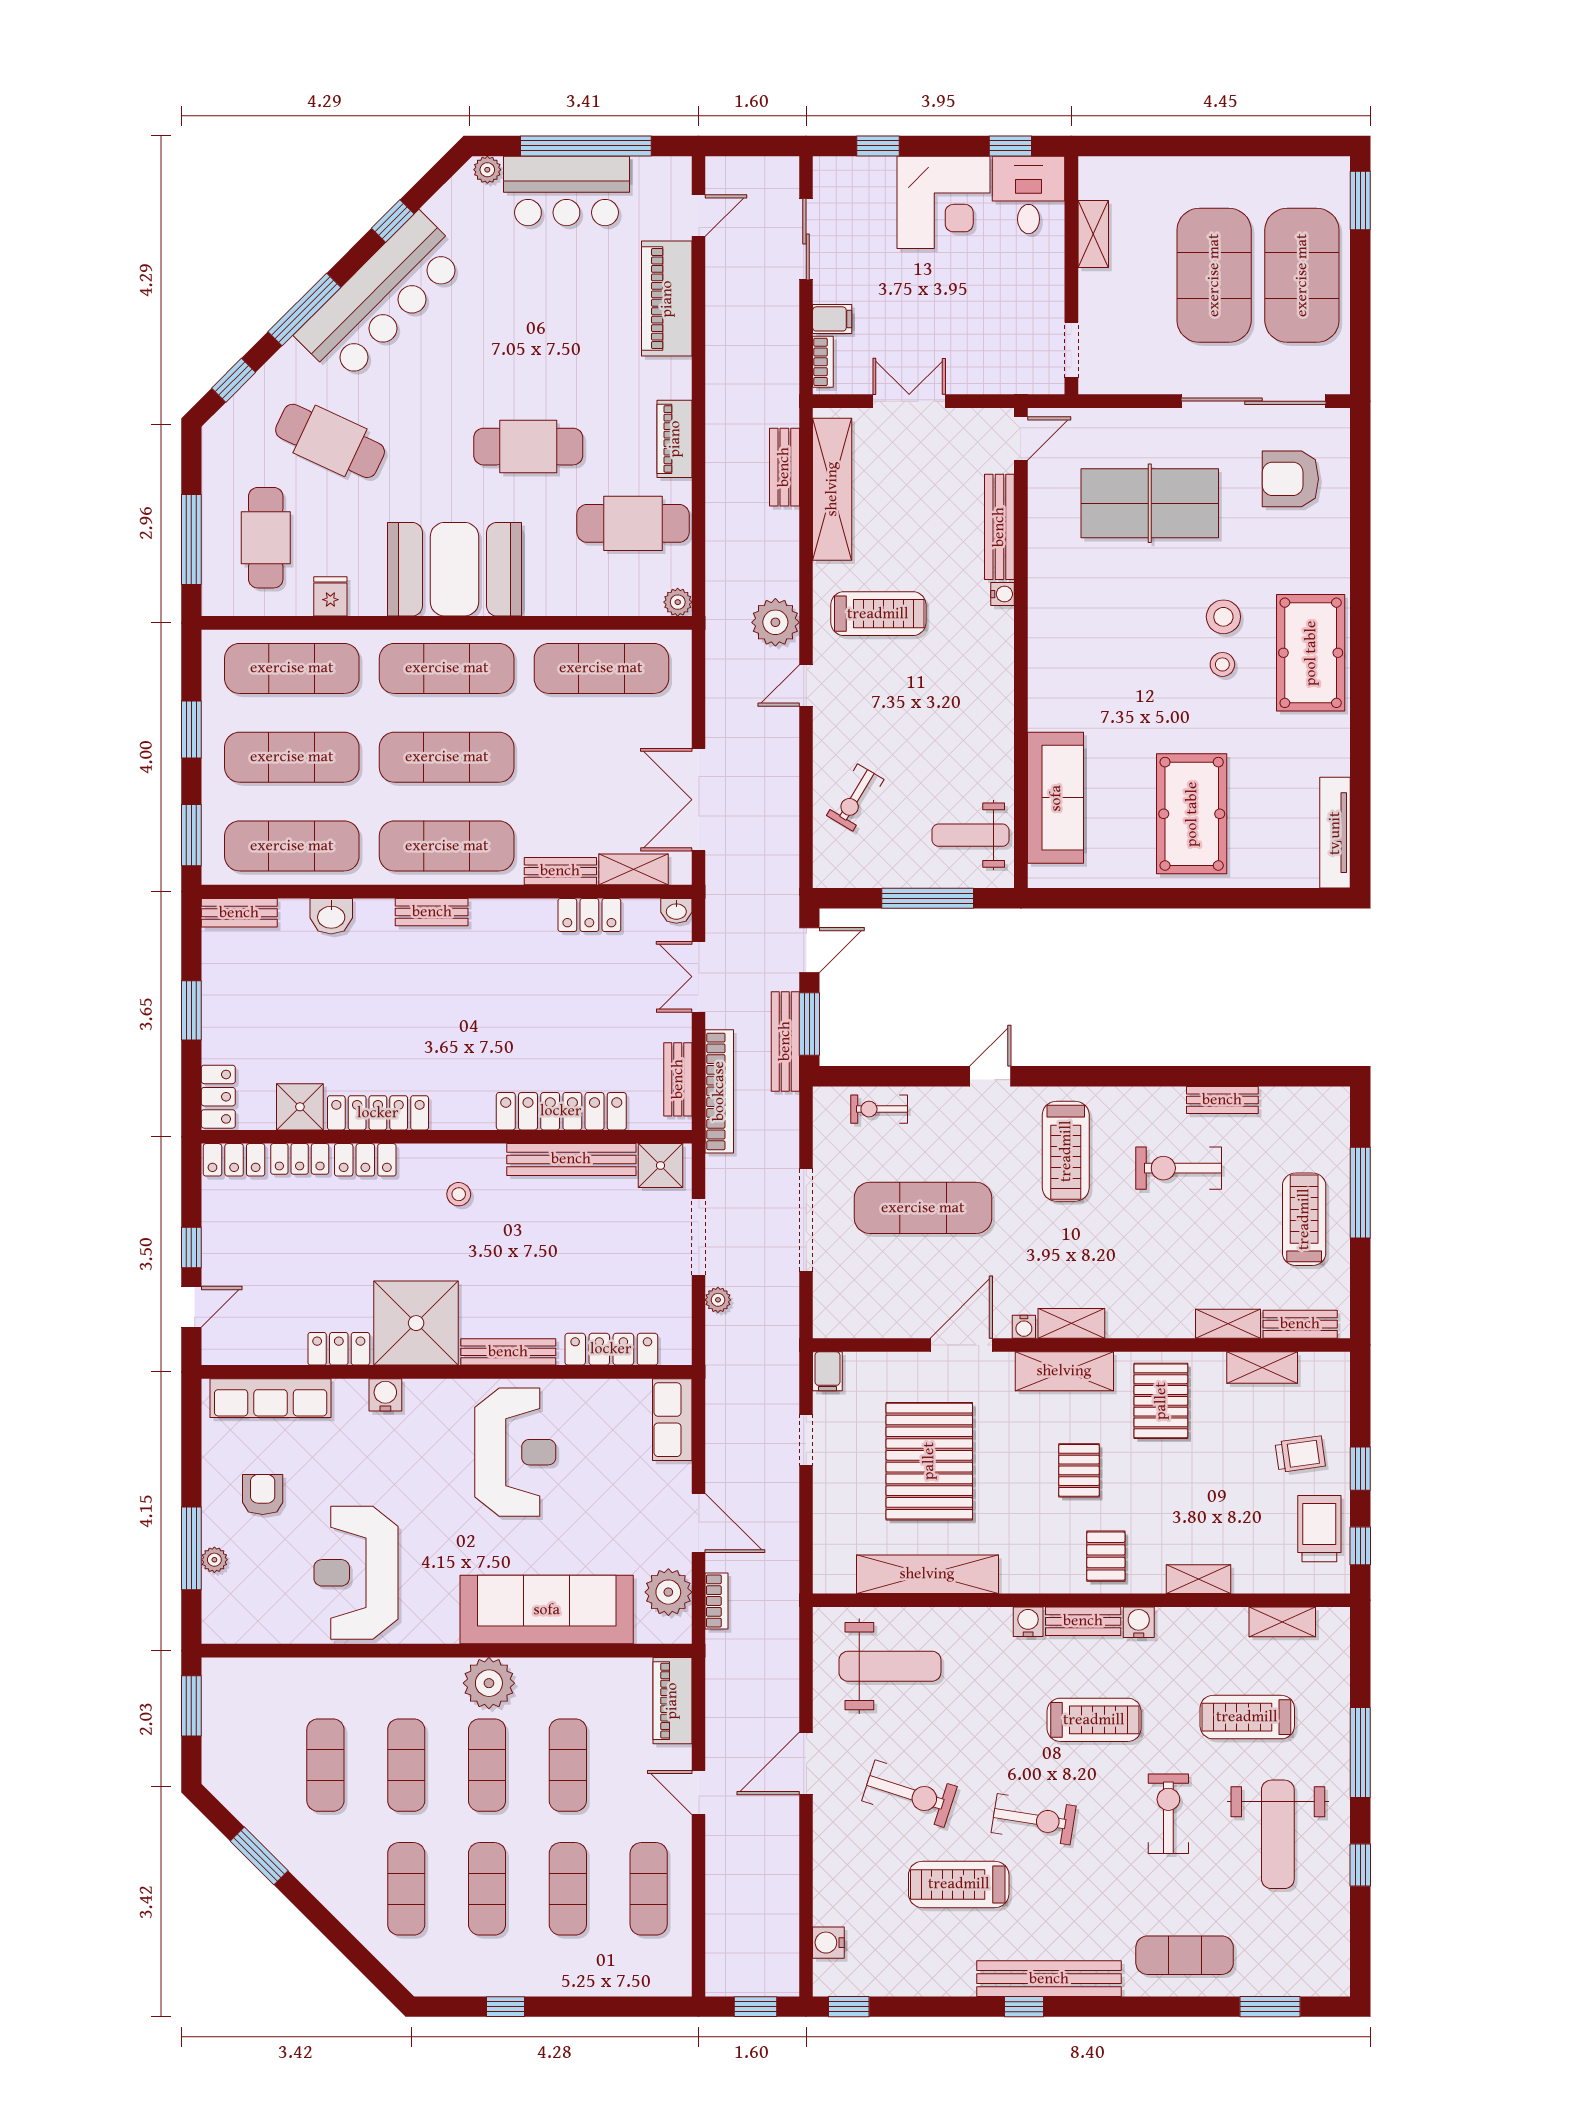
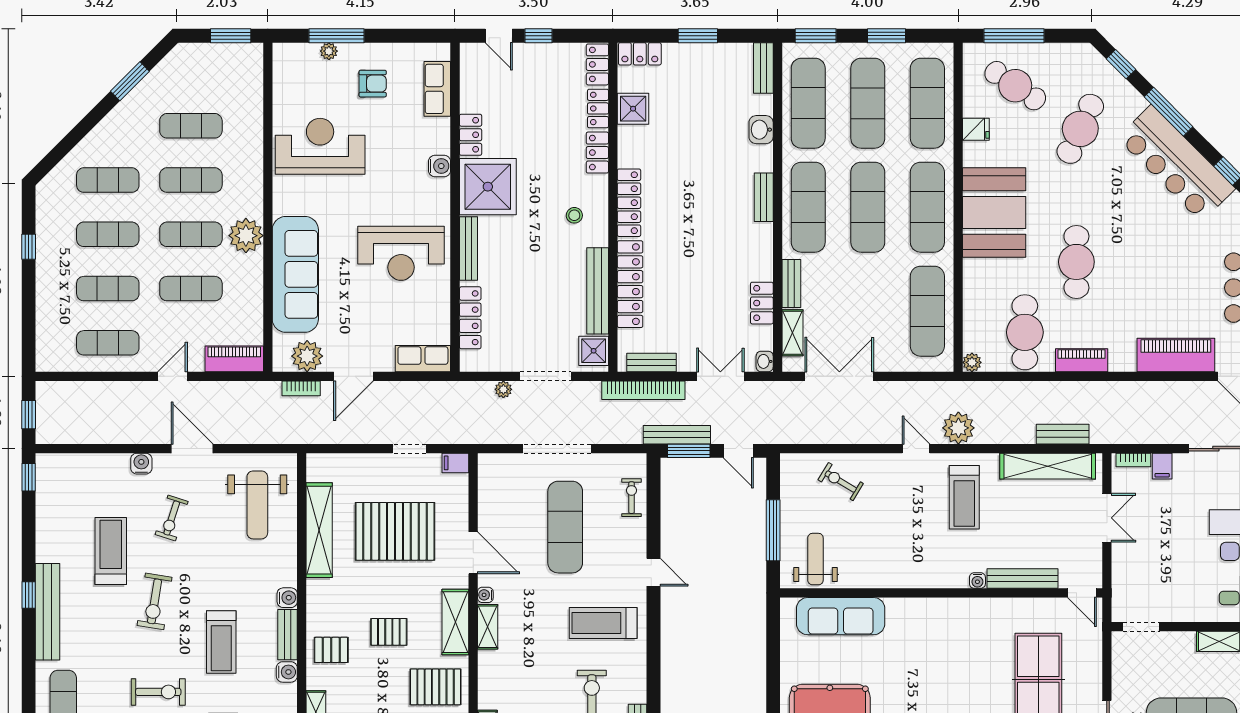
cafe table: (266, 538) -> (1015, 86), turned 34
locker: (378, 1113) -> (629, 203), moved
row of seats: (271, 1398) -> (437, 89), width x0.68
exercise bike: (909, 1794) -> (172, 518), width x0.73, depth x0.72
water cooler: (828, 1943) -> (141, 464), moved

